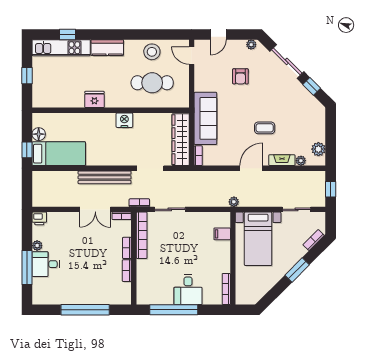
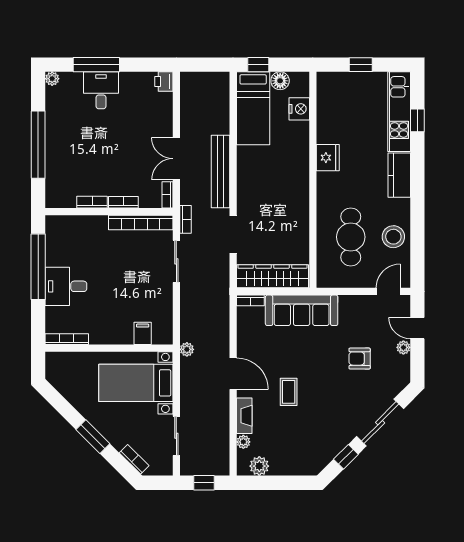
plant: (251, 45) -> (403, 347), moved
nightstand: (124, 120) -> (299, 109), moved
plant: (37, 246) -> (52, 79), moved

